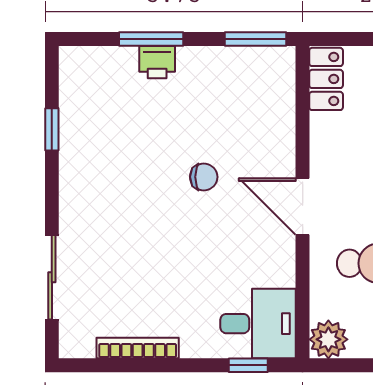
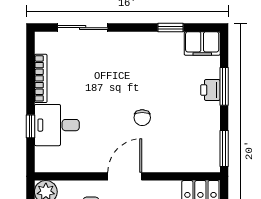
filing cabinet: (79, 76) -> (202, 44), added
desk: (258, 324) -> (57, 125), moved, turned 90
window: (248, 365) -> (30, 126), moved

